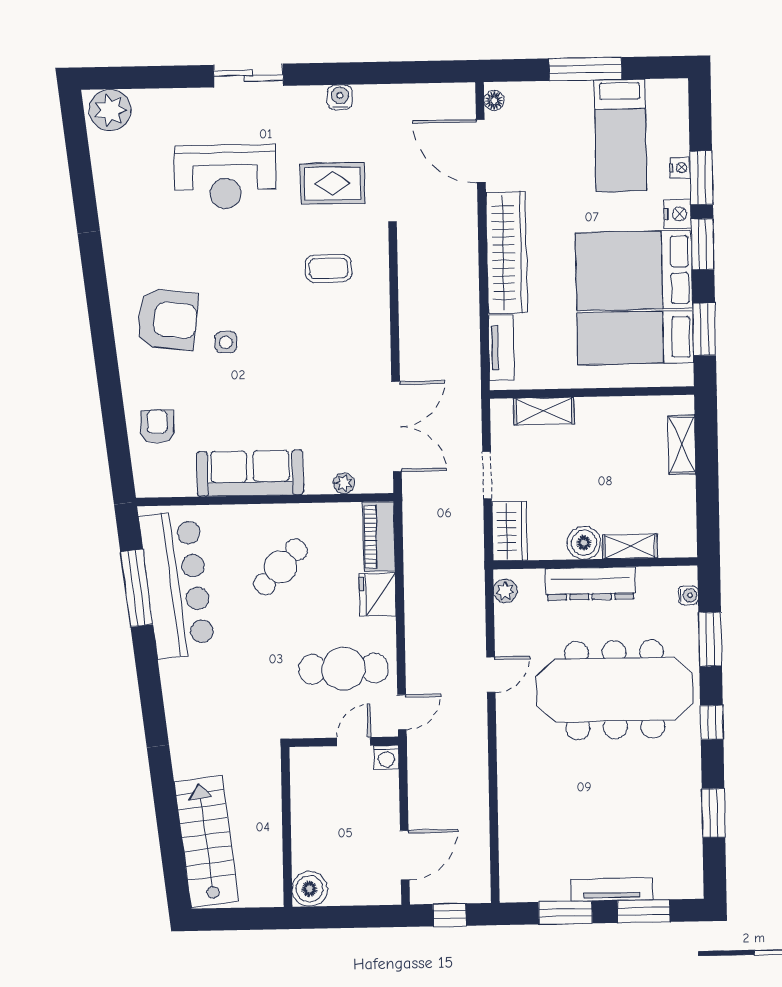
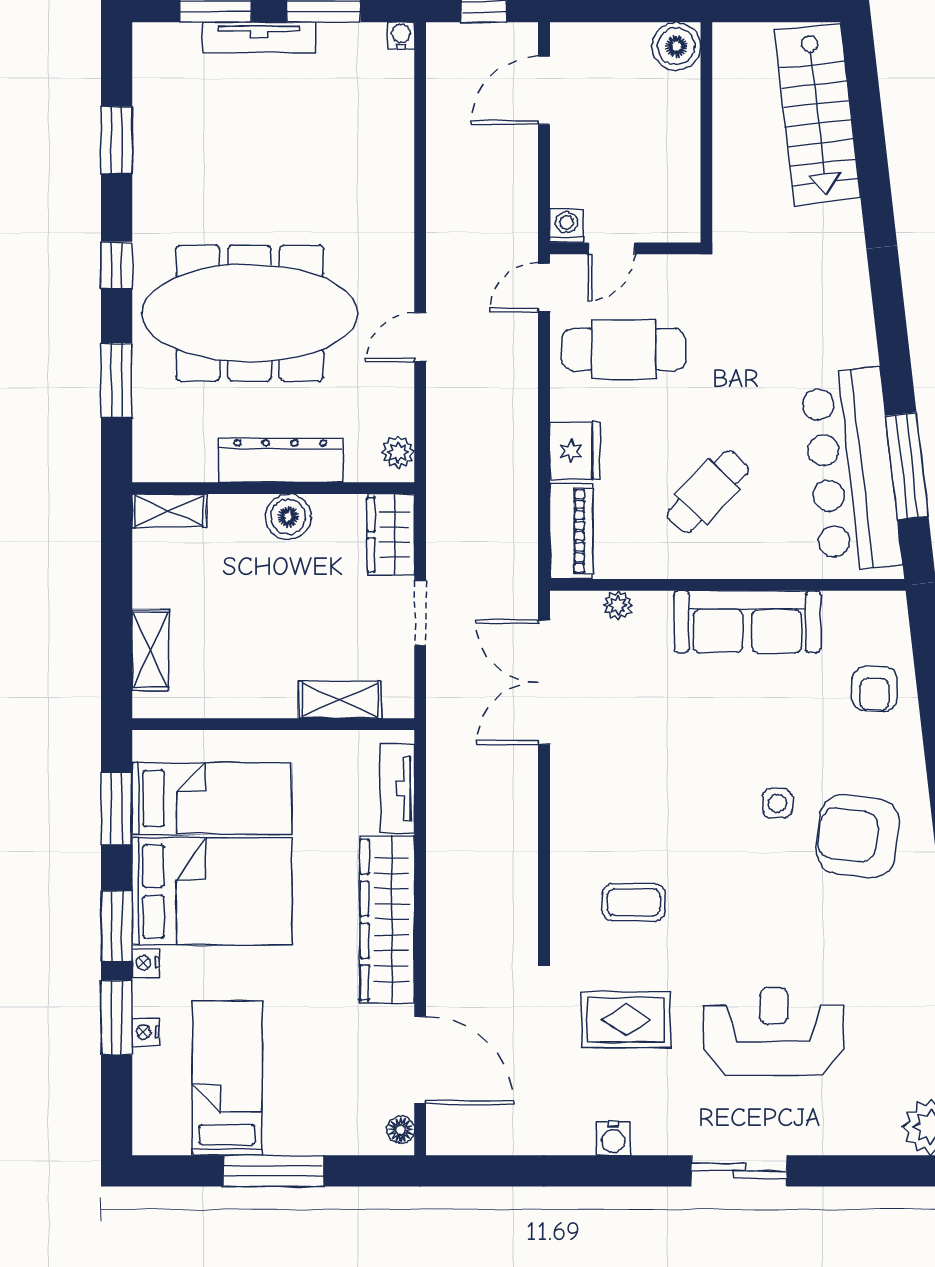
nightstand: (677, 214) -> (146, 963), width x0.72, depth x0.74
shelving: (630, 546) -> (169, 511), moved
water cooler: (688, 595) -> (401, 35), moved, turned 90

